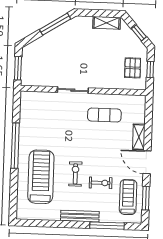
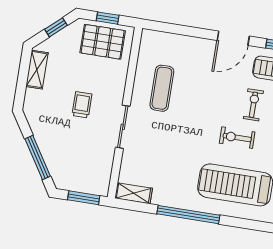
window: (55, 24) -> (38, 157), moved
trolley: (85, 59) -> (82, 105), added
pallet: (133, 68) -> (103, 42), width x1.50, depth x1.42
shelving: (139, 137) -> (134, 193), moved

